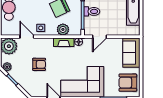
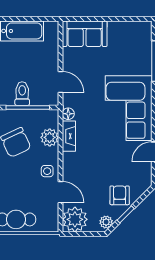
door: (27, 37) -> (60, 192), swing flipped
armchair: (39, 64) -> (120, 195), moved
armchair: (128, 83) -> (130, 39), removed

